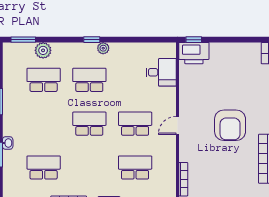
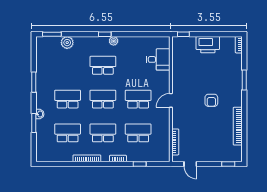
printer: (194, 53) -> (208, 45), moved
school desk: (44, 80) -> (68, 99), moved
armchair: (230, 125) -> (211, 100), width x0.53, depth x0.53
school desk: (89, 167) -> (103, 133), added

